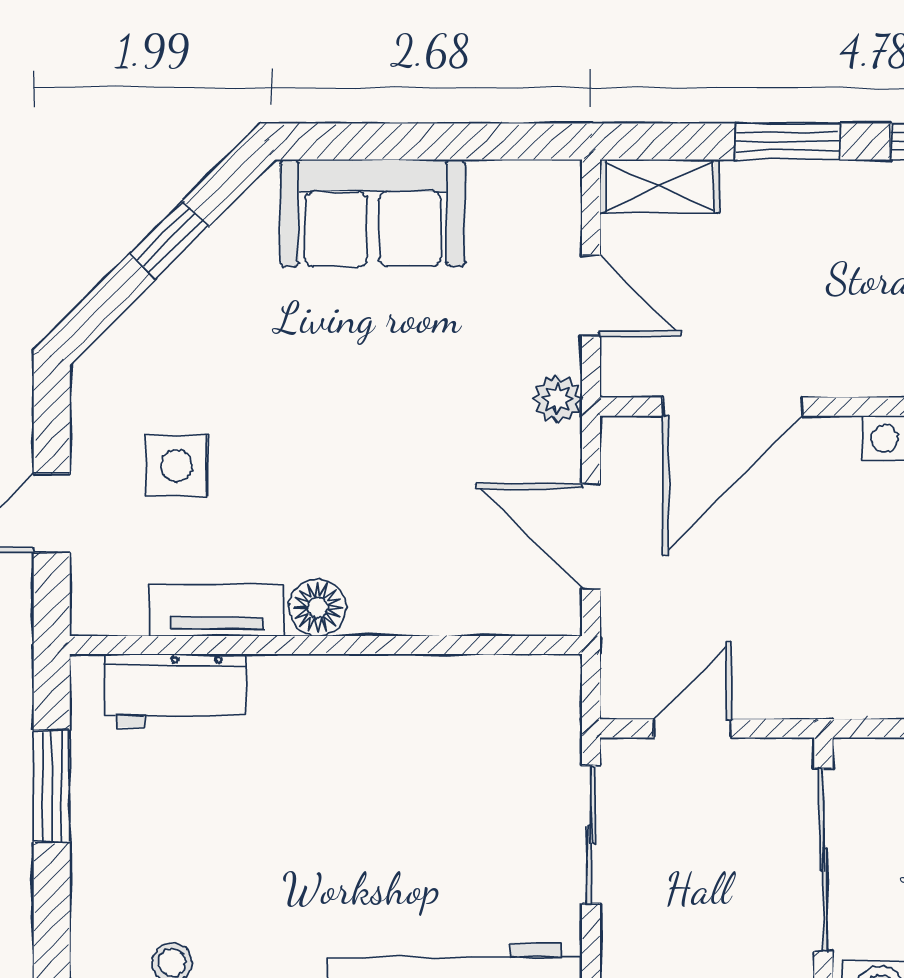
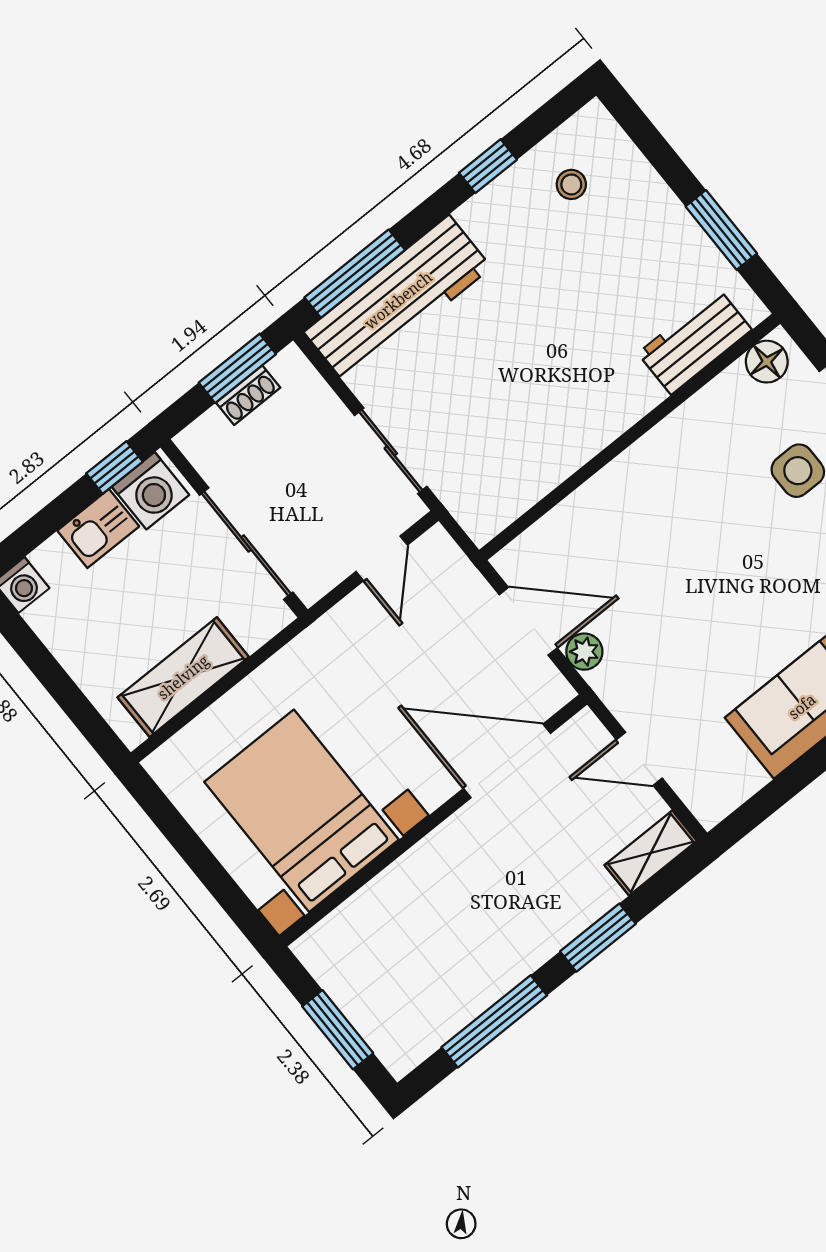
plant: (557, 399) -> (584, 652), moved
door: (733, 407) -> (507, 761), hinge flipped
floor lamp: (318, 608) -> (767, 362), moved
tv unit: (217, 610) -> (708, 407), removed

